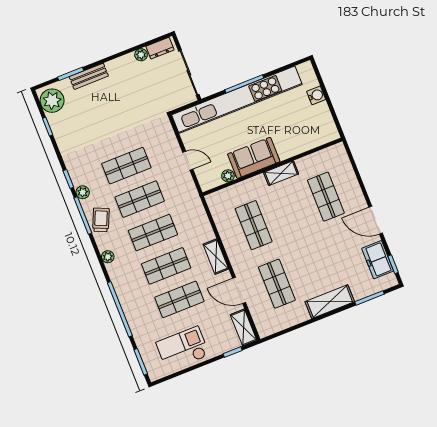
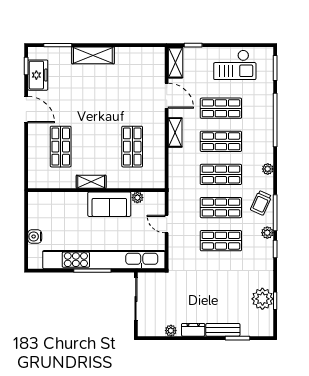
dresser: (160, 48) -> (193, 330), moved
plant: (52, 101) -> (262, 299), moved
shop shelf: (277, 284) -> (132, 89), removed

